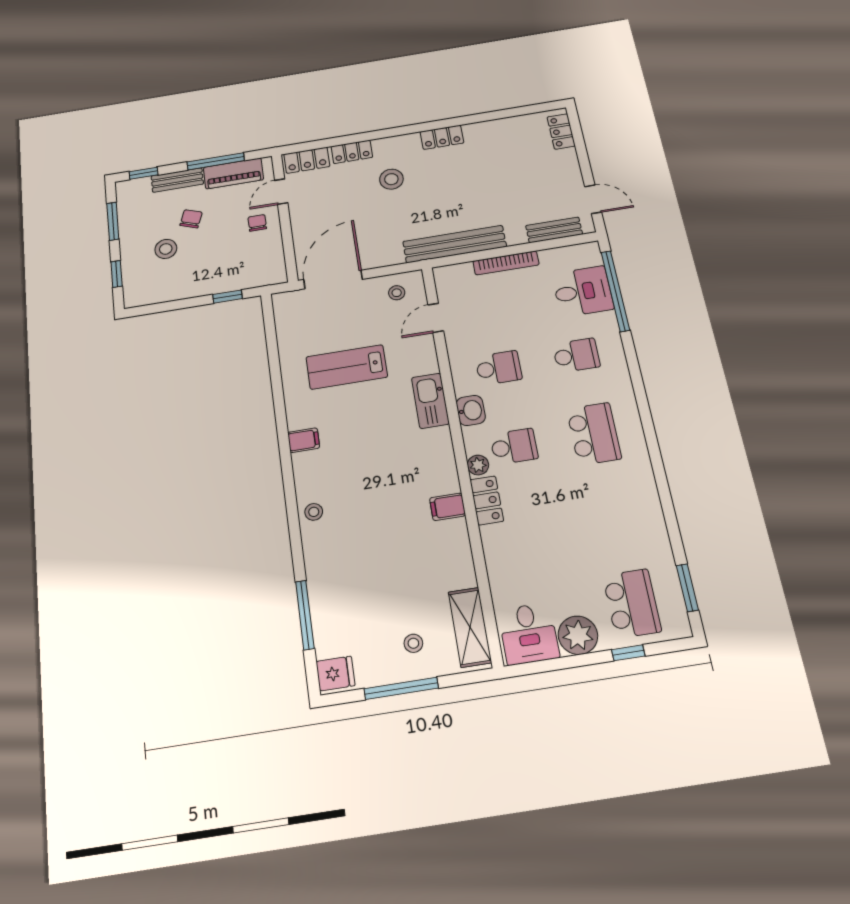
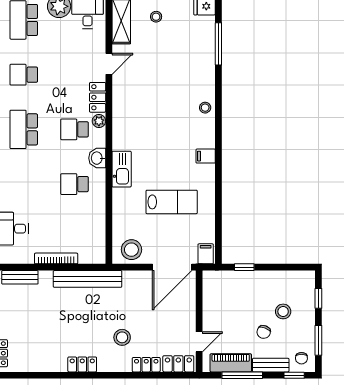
chair: (257, 223) -> (301, 358), moved
stool: (397, 293) -> (131, 250), width x1.89, depth x1.89
door: (436, 318) -> (109, 64), moved
school desk: (576, 355) -> (24, 75), moved
filing cabinet: (448, 507) -> (206, 254), moved, turned -90

